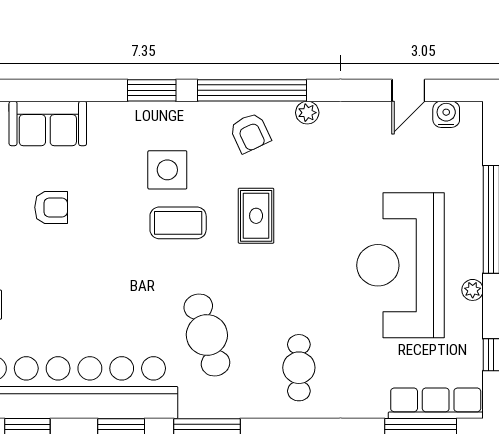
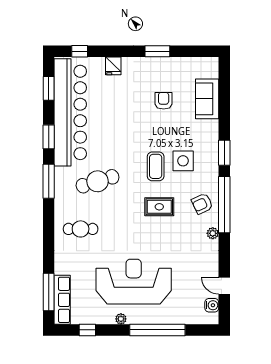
armchair: (51, 207) -> (164, 101), turned 180

